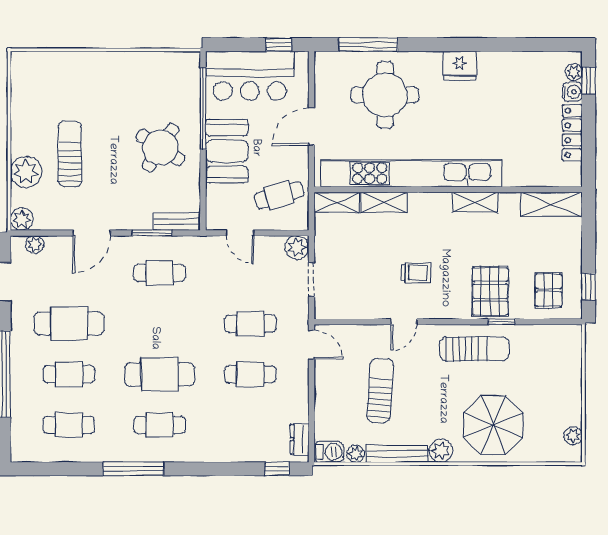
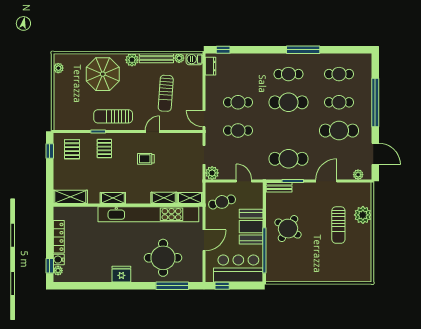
plant: (22, 219) -> (365, 189), removed
cafe table: (160, 273) -> (289, 159), width x1.37, depth x1.35
pallet: (490, 291) -> (104, 148), width x0.67, depth x0.71

